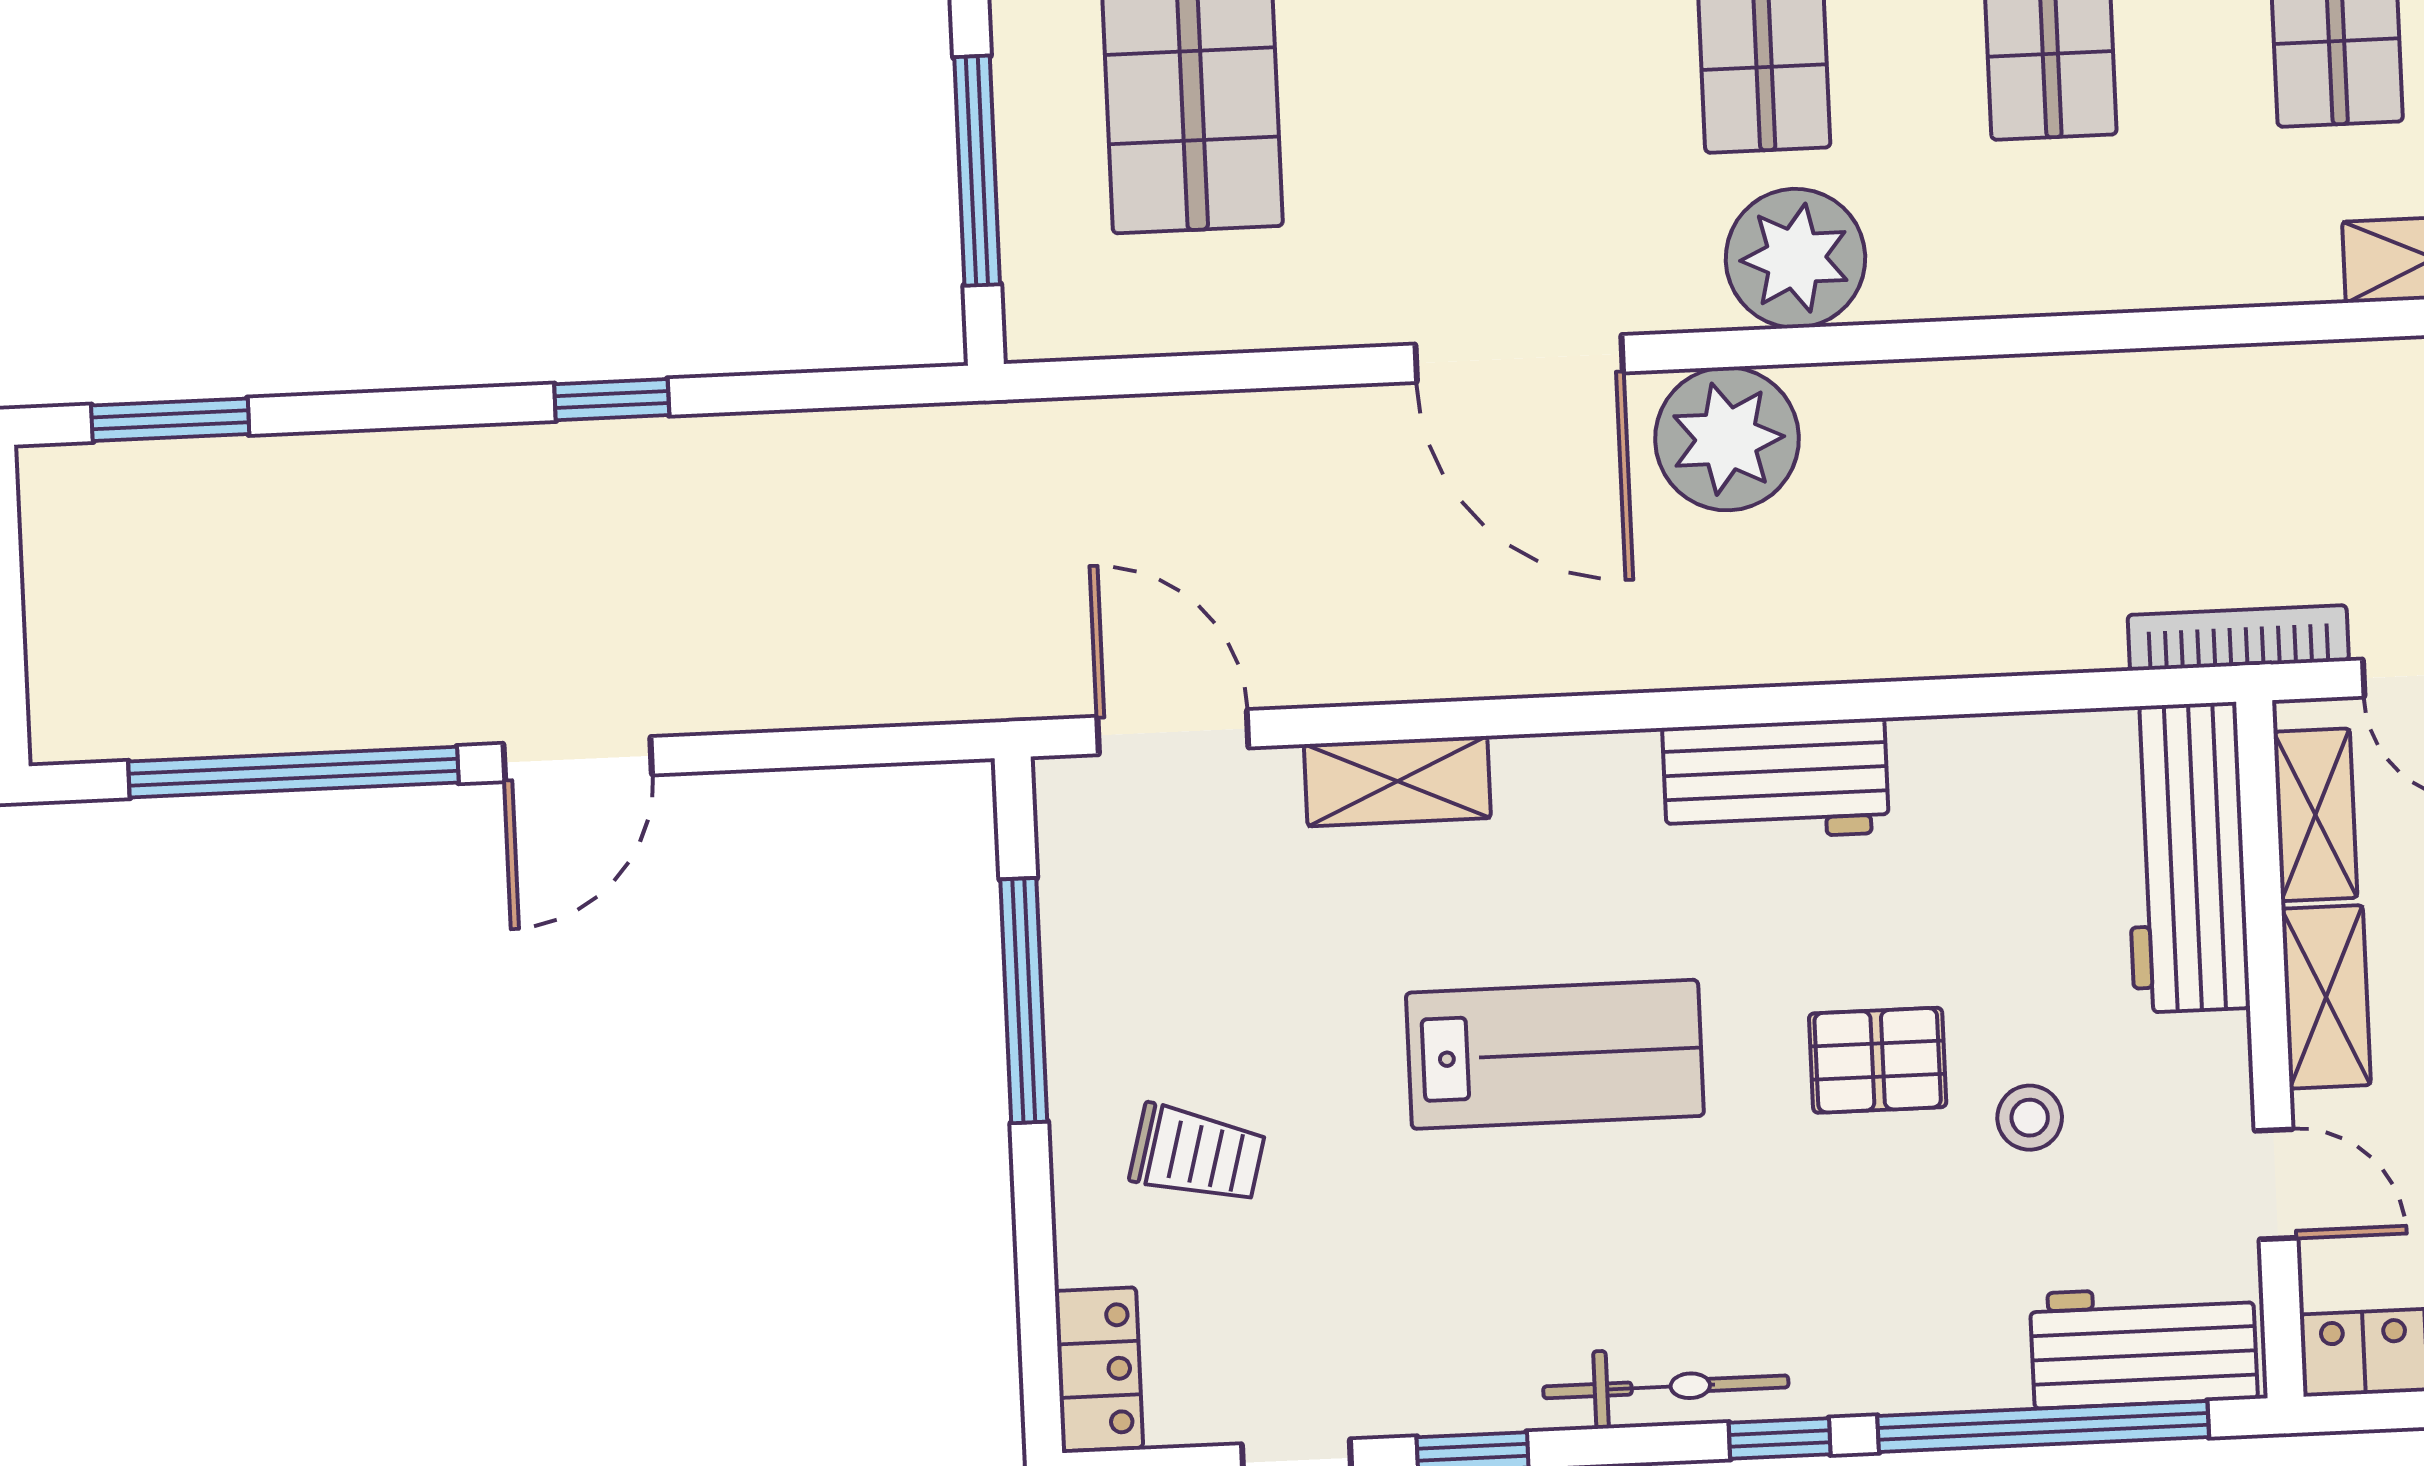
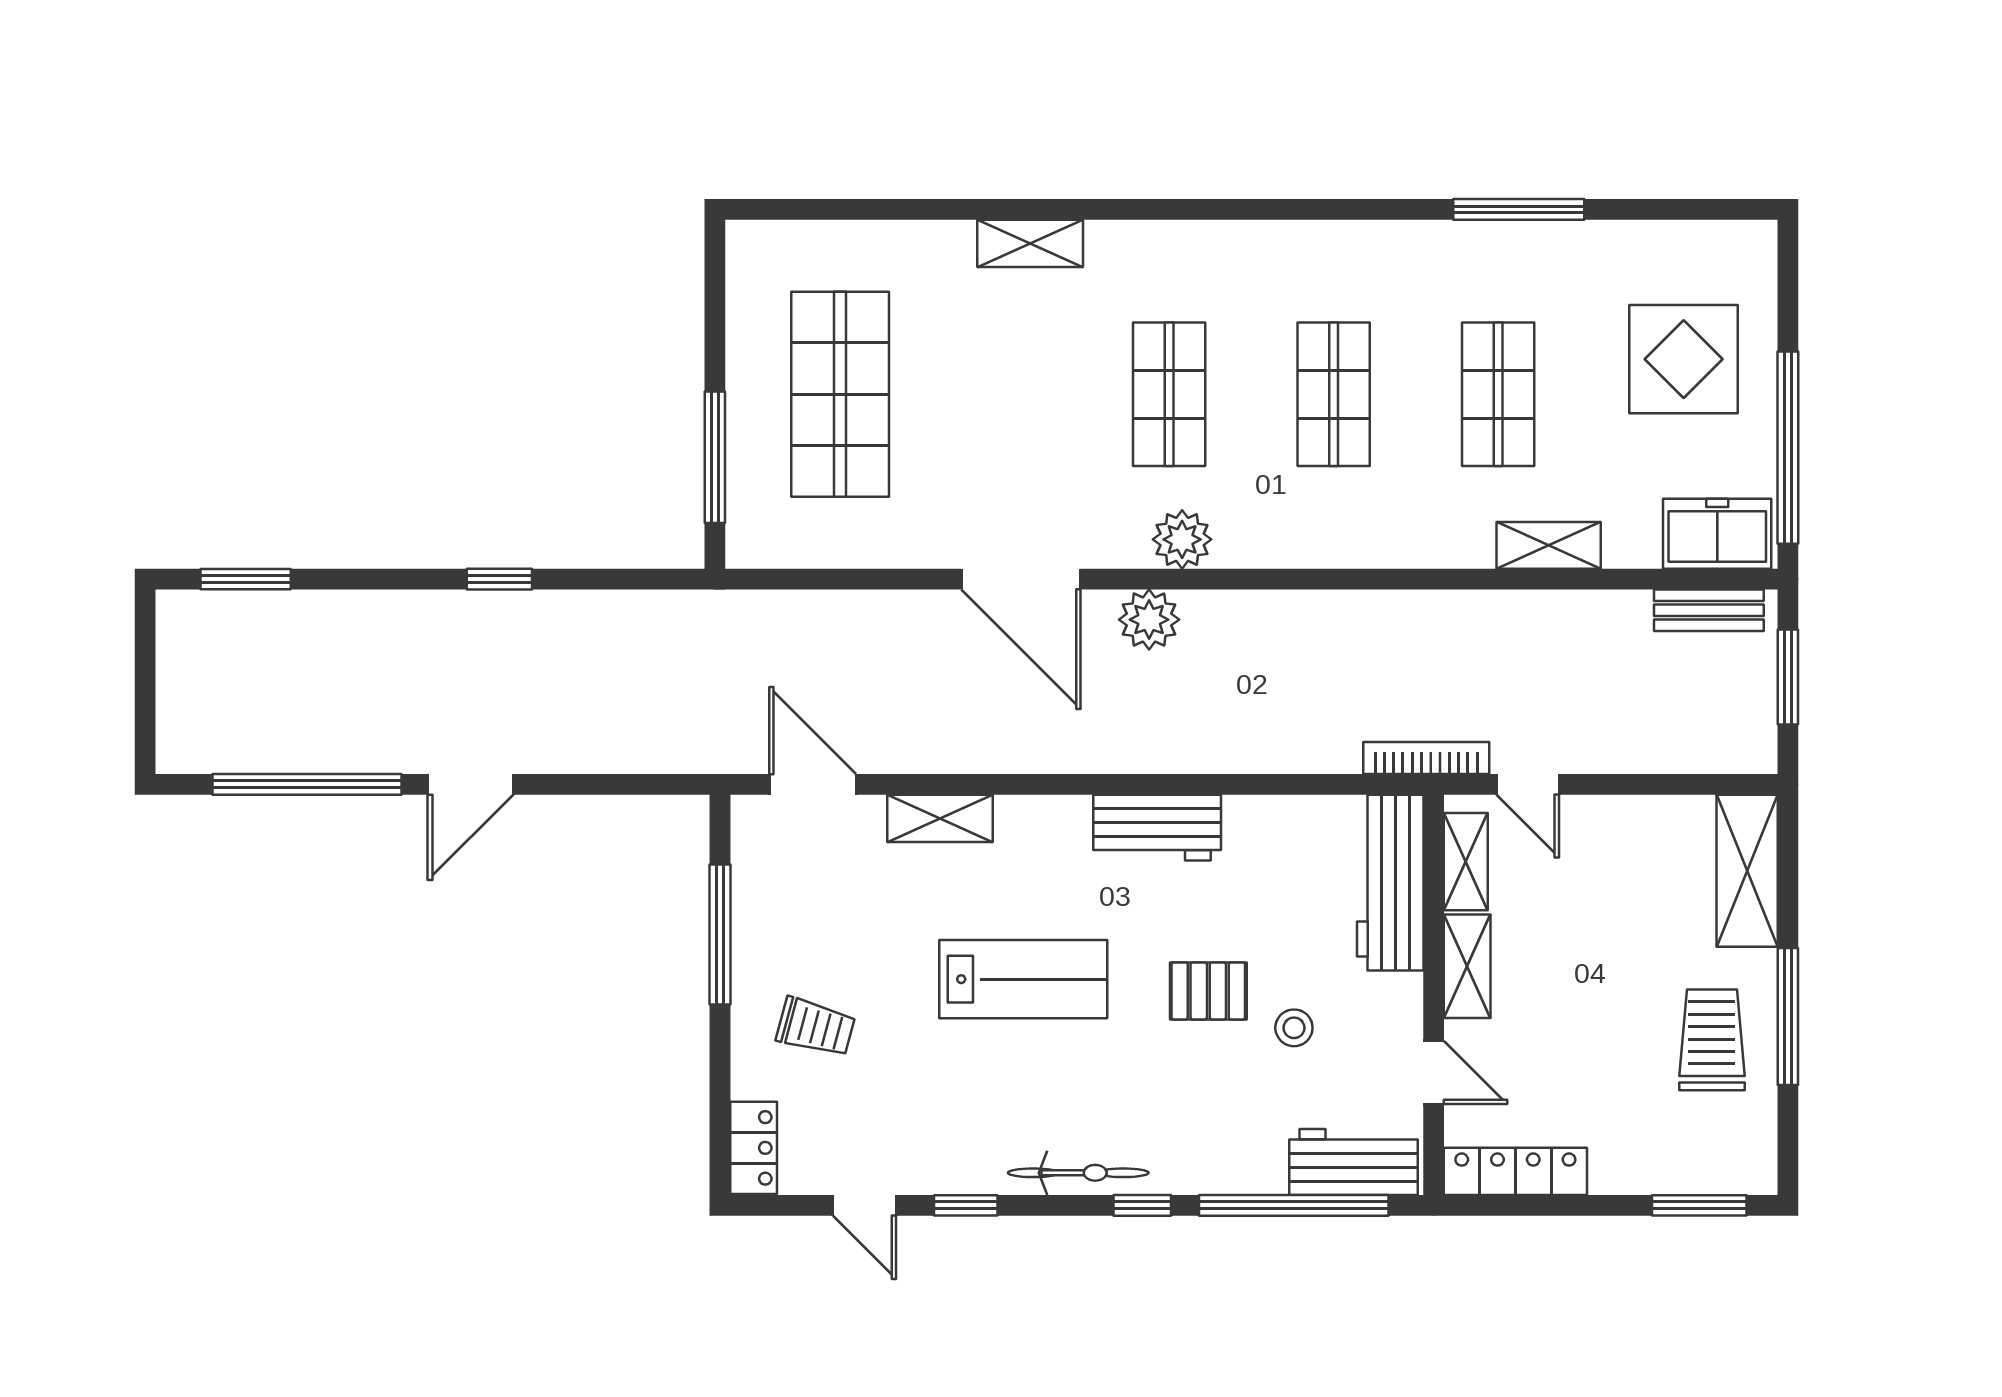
plant: (1795, 258) -> (1182, 539), width x0.73, depth x0.73
plant: (1727, 439) -> (1149, 620), width x0.73, depth x0.73

